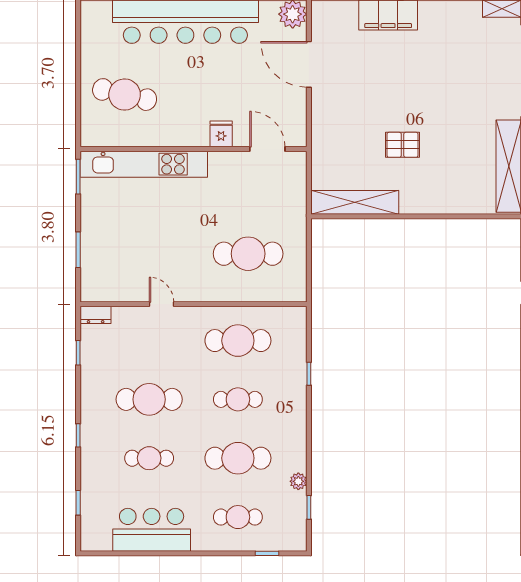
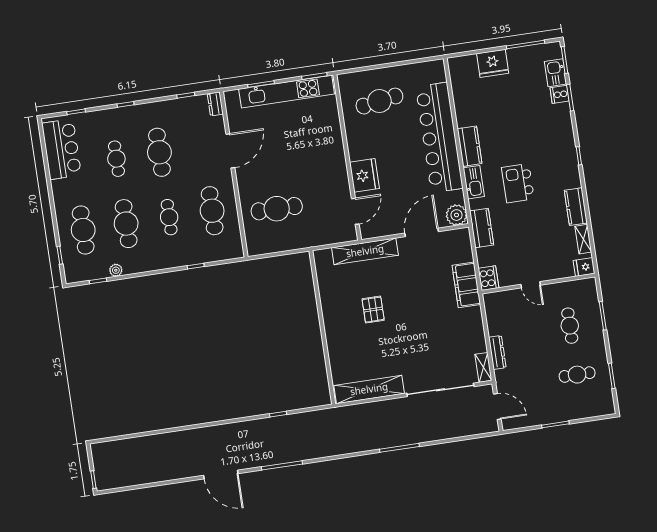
cafe table: (125, 95) -> (379, 101), turned 68
fridge: (221, 134) -> (364, 175), width x1.88, depth x1.34
kitchen unit: (144, 164) -> (287, 92), moved, turned -90
shelving: (355, 202) -> (365, 251), moved, turned 90
cafe table: (248, 254) -> (277, 209), turned 90
door: (161, 304) -> (230, 151), width x1.87
cafe table: (238, 517) -> (83, 230), width x1.37, depth x1.35
bar counter: (152, 530) -> (62, 149), moved

